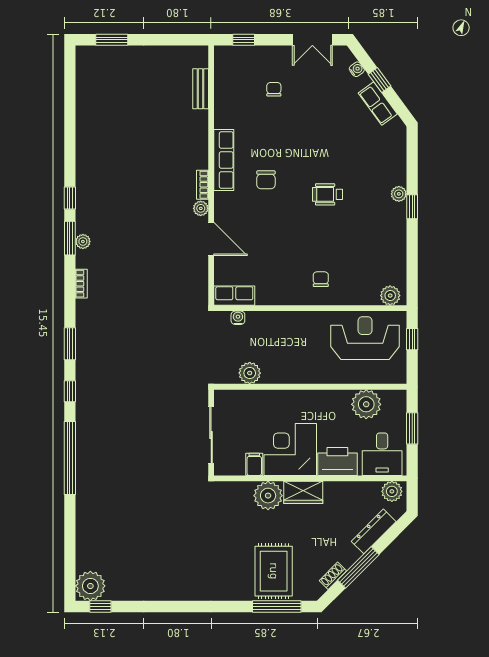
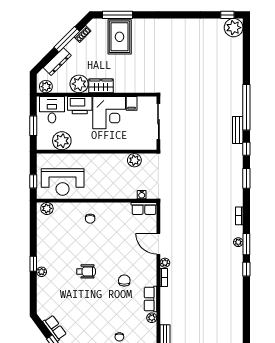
plant: (222, 120) -> (152, 318), added
row of seats: (224, 160) -> (151, 299), width x0.68
bench: (84, 422) -> (238, 130), added
plant: (268, 496) -> (79, 84), moved

